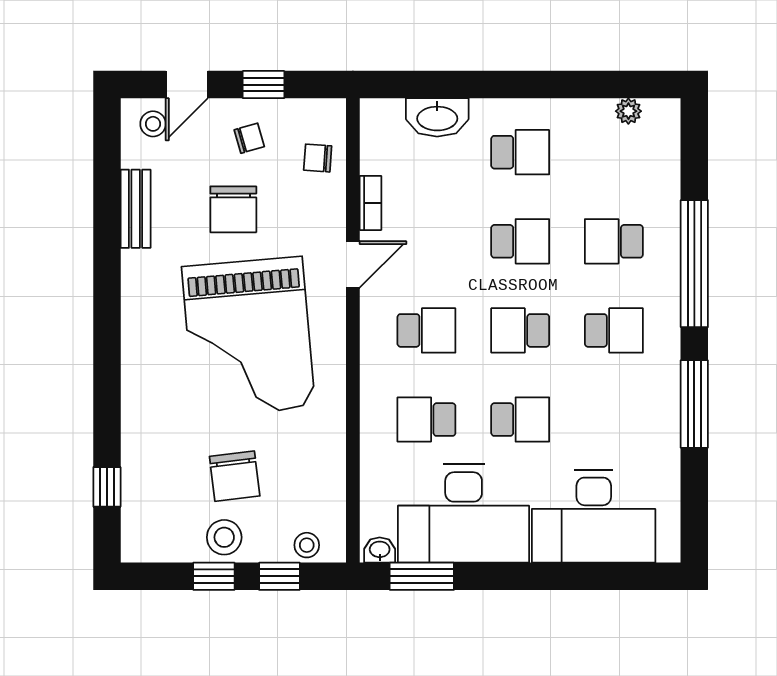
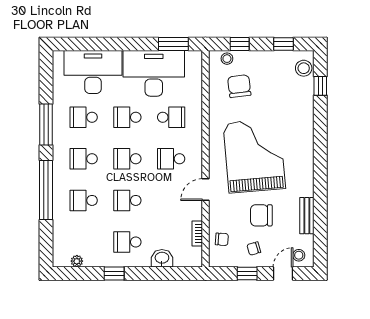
window: (548, 85) -> (114, 274), added
washbasin: (437, 117) -> (162, 258), width x0.72
bookcase: (371, 203) -> (197, 233), moved
chair: (233, 209) -> (261, 215), turned -90
school desk: (614, 241) -> (84, 200), turned 180
school desk: (520, 330) -> (127, 159), turned 180
school desk: (614, 420) -> (84, 117), added
chair: (235, 476) -> (239, 86), moved
stool: (224, 537) -> (304, 68), moved
washbasin: (380, 550) -> (193, 56), removed
window: (214, 576) -> (284, 44), moved

